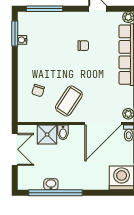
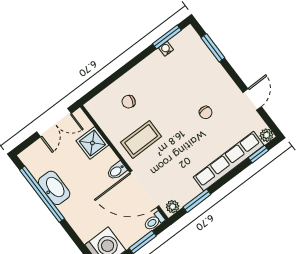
window: (45, 9) -> (213, 48), width x0.69
coffee table: (69, 101) -> (141, 139), turned -33
bidet: (63, 132) -> (117, 171), moved
washbasin: (51, 184) -> (54, 188), width x1.91, depth x1.45

